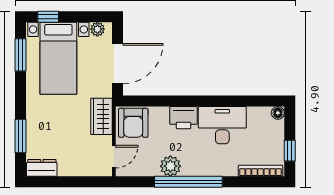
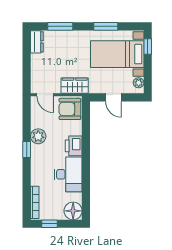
window: (21, 55) -> (106, 26), moved
door: (117, 64) -> (113, 97), width x0.53
floor lamp: (278, 113) -> (73, 211), width x1.89, depth x1.89
window: (188, 182) -> (27, 149), width x0.32

